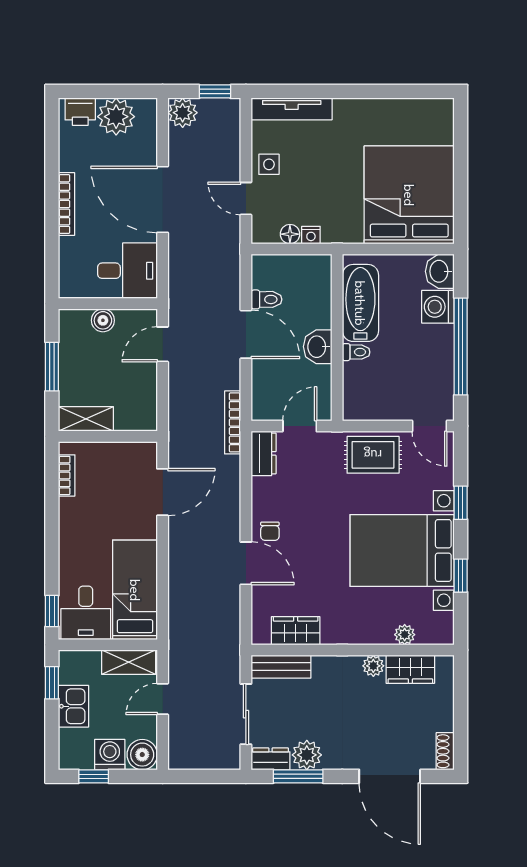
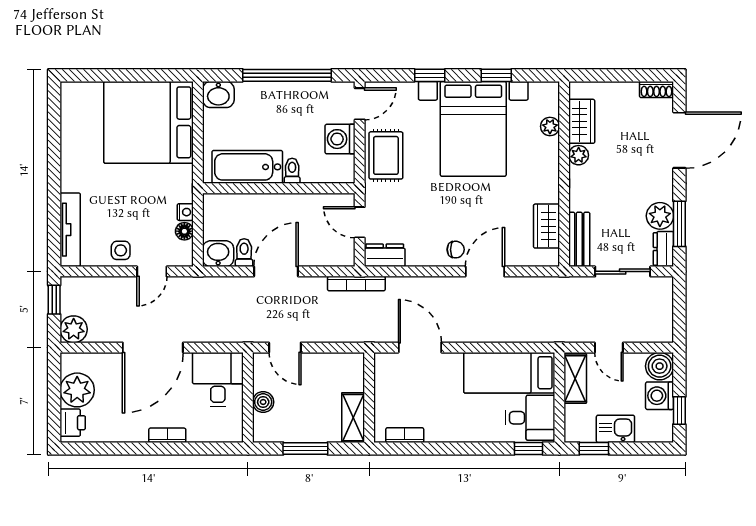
bookcase: (66, 204) -> (167, 435), width x0.64
washing machine: (438, 307) -> (340, 139), moved, turned 90
washbasin: (318, 347) -> (218, 254), moved, turned 180

